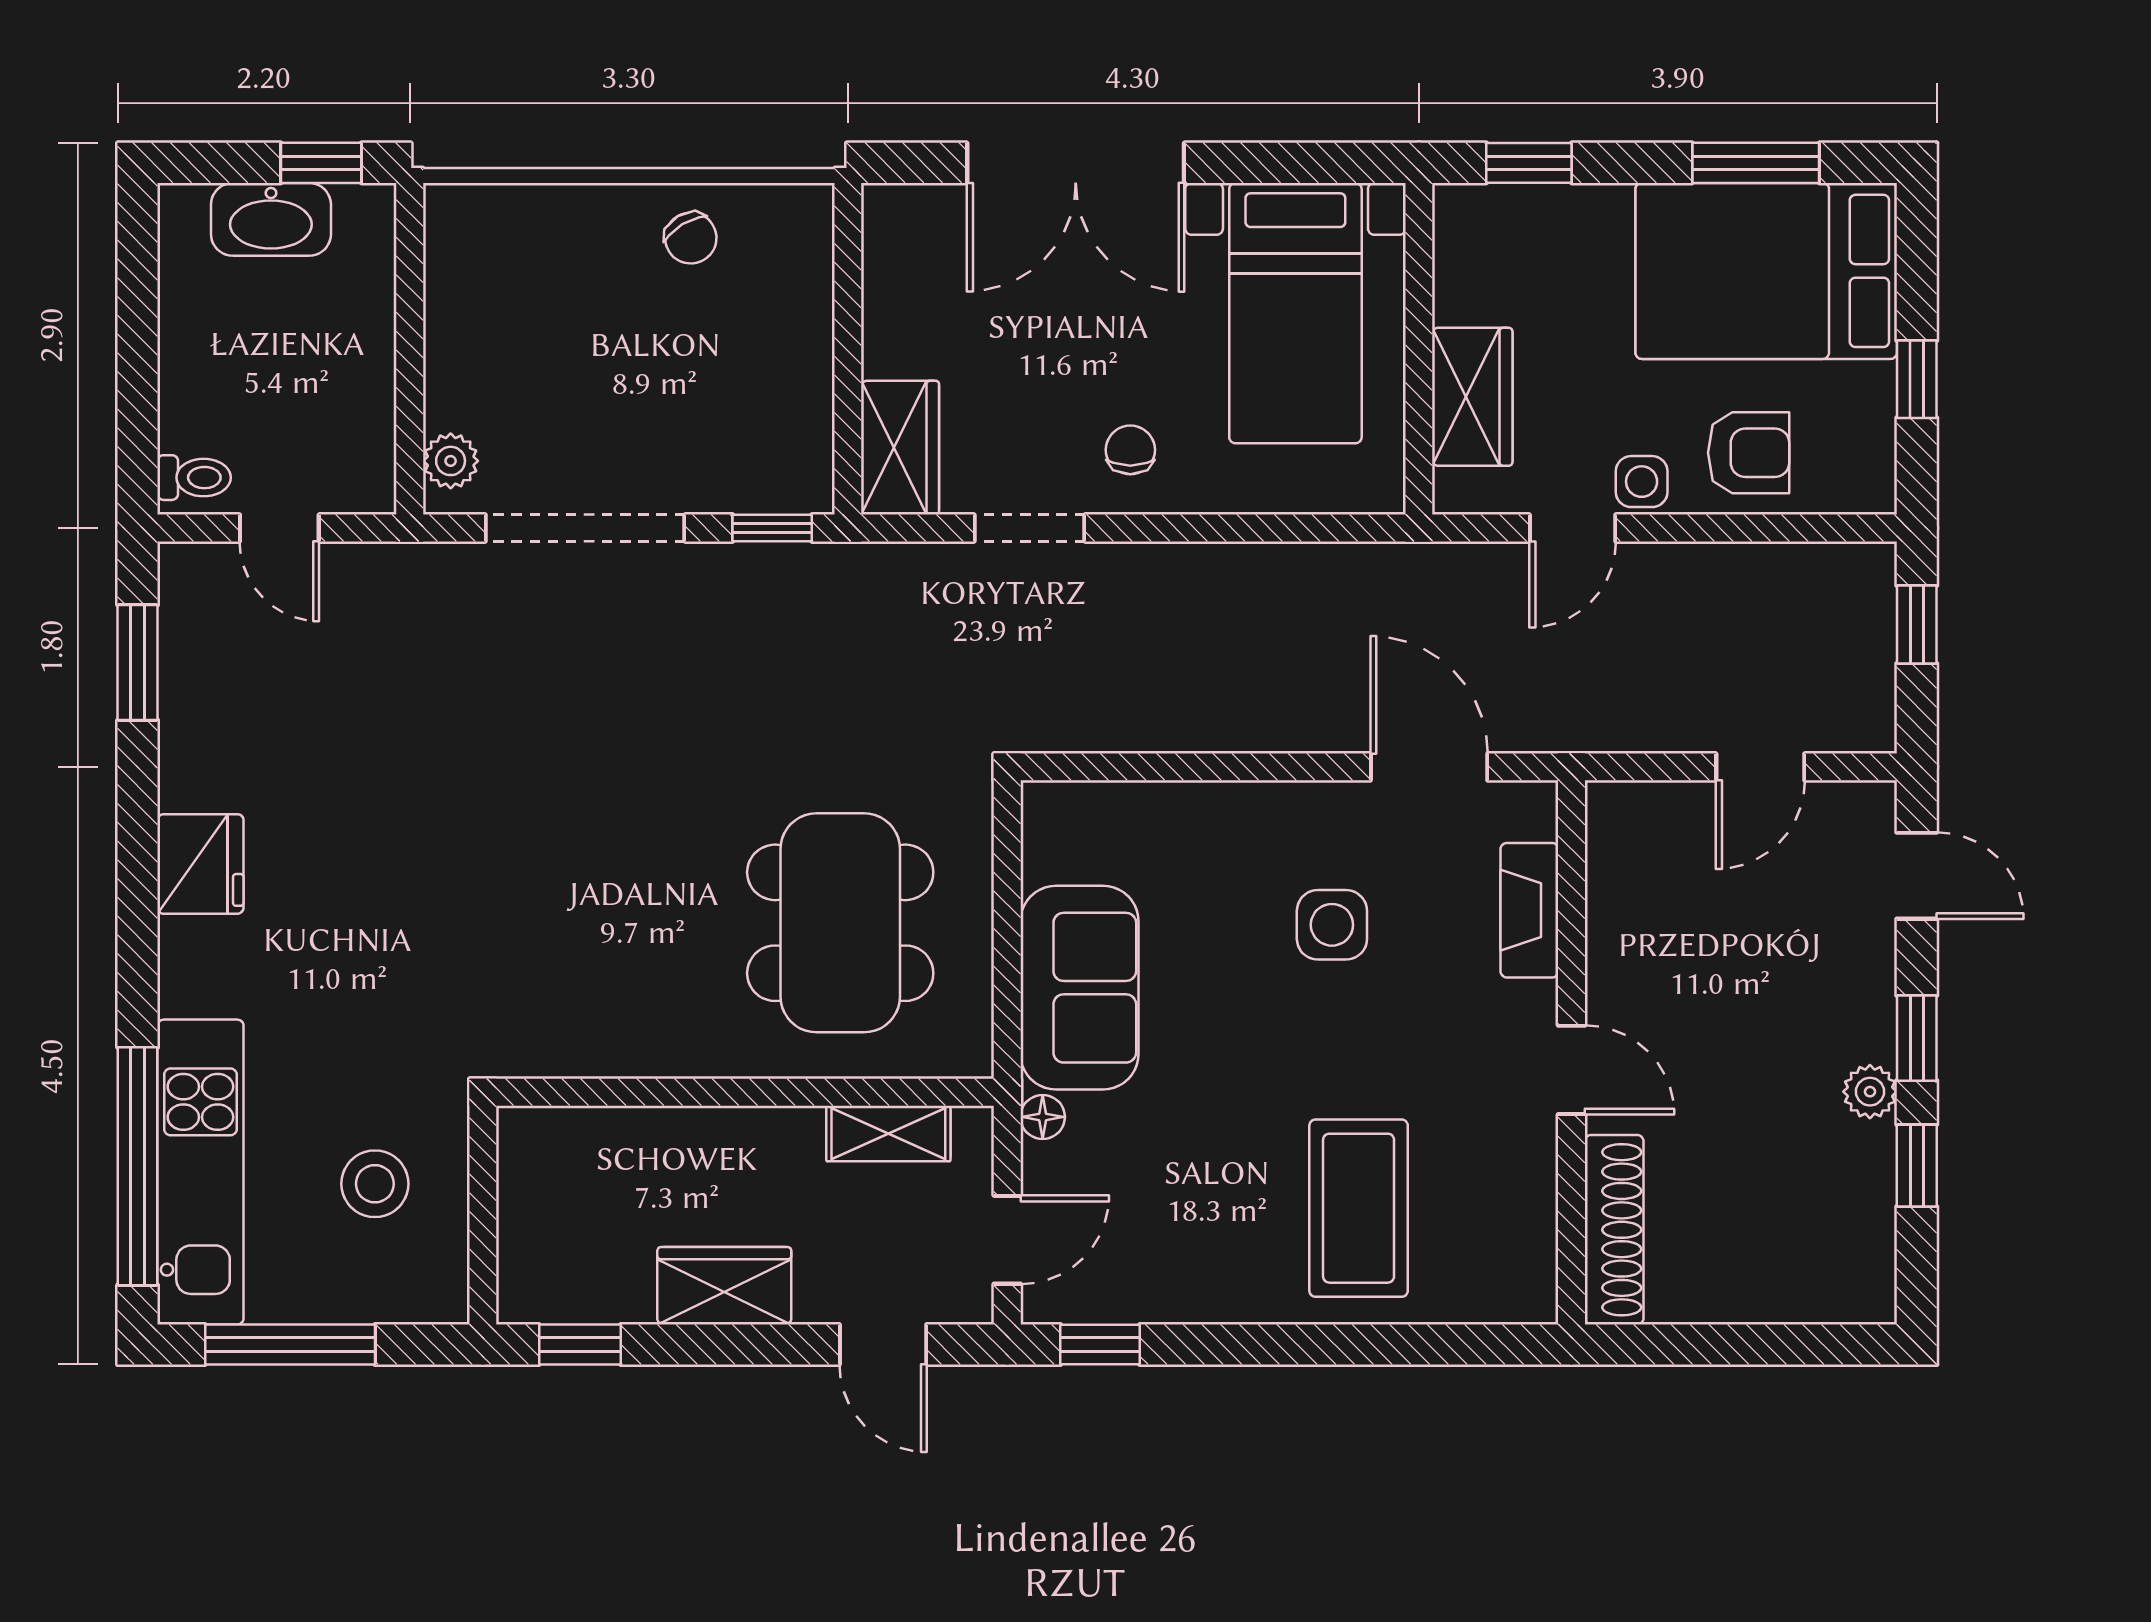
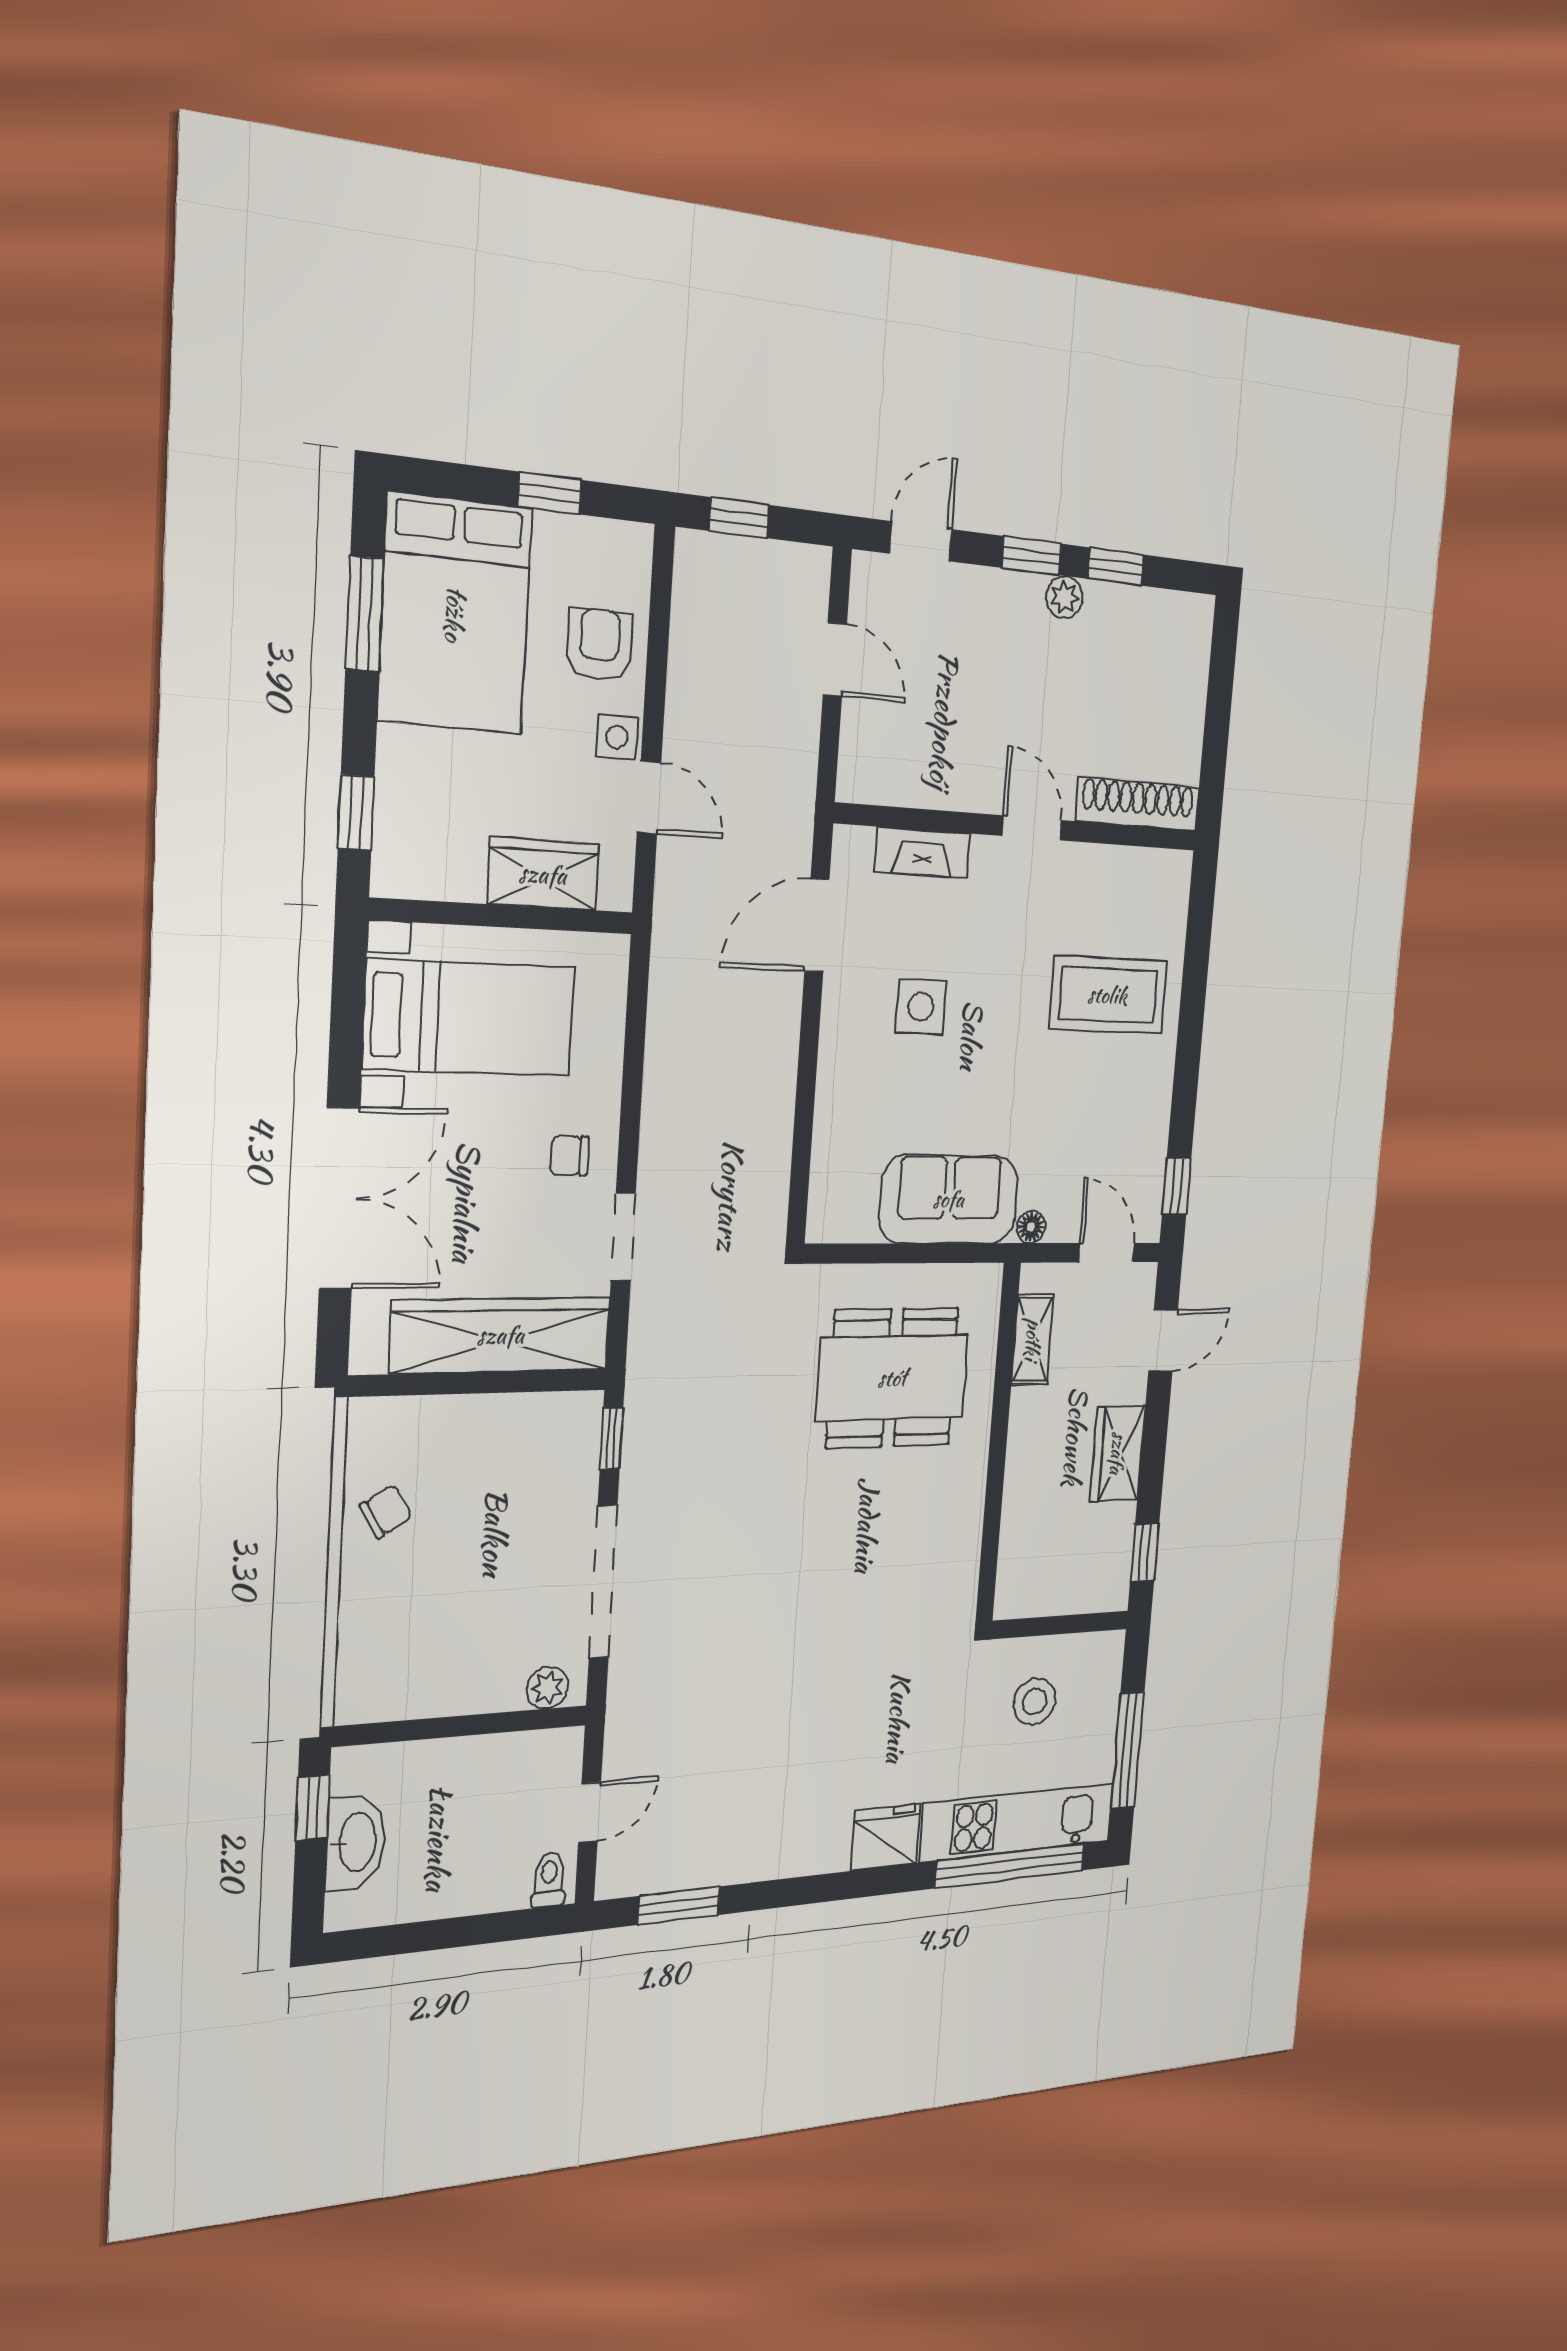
wardrobe: (900, 448) -> (501, 1335), width x2.10, depth x1.17
fridge: (200, 864) -> (886, 1837), moved
door: (1572, 1070) -> (1032, 828), hinge flipped

